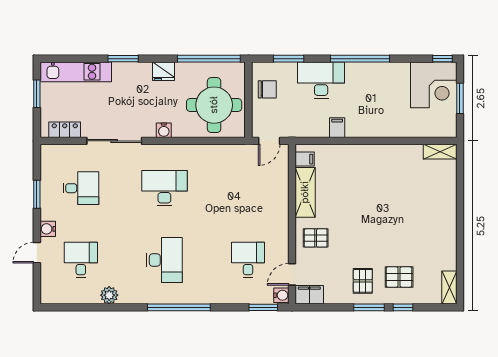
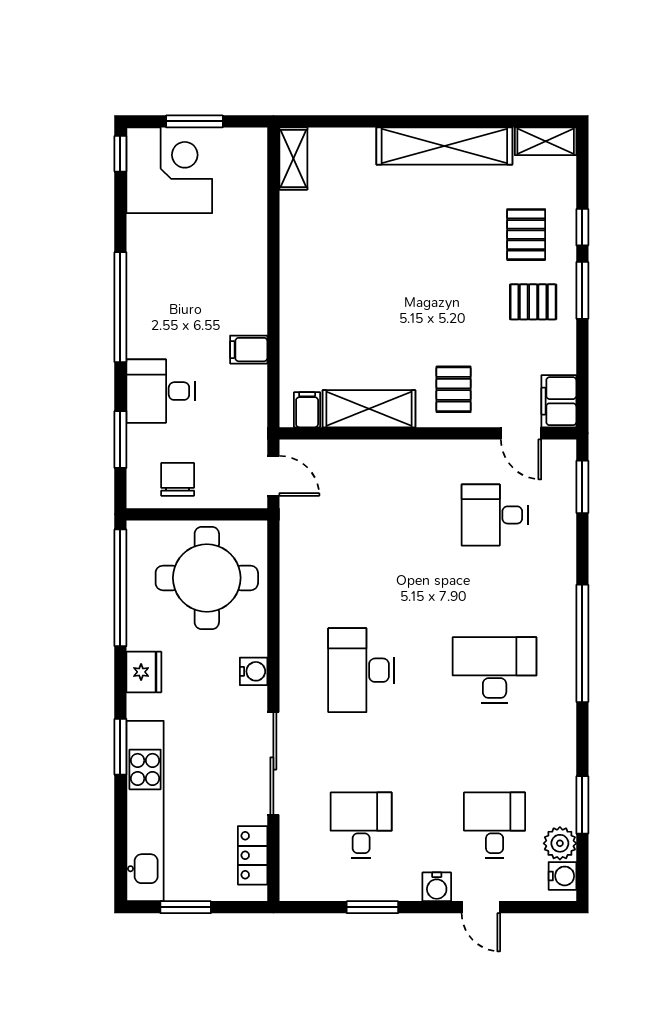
kitchen unit: (76, 72) -> (145, 811), width x1.36
desk: (321, 80) -> (161, 391), width x0.73
shelving: (447, 233) -> (444, 146), added
desk: (81, 260) -> (495, 825), turned 90
plant: (109, 295) -> (560, 843), moved
water cooler: (281, 295) -> (562, 876), moved, turned 90
window: (92, 307) -> (582, 805), added

